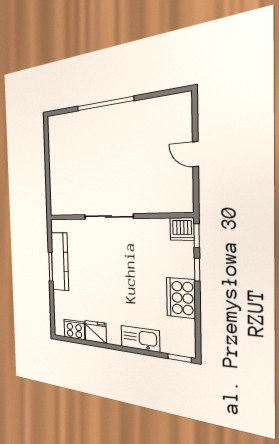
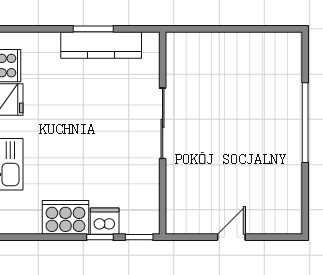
dishwasher: (182, 229) -> (105, 221), moved, turned 90

